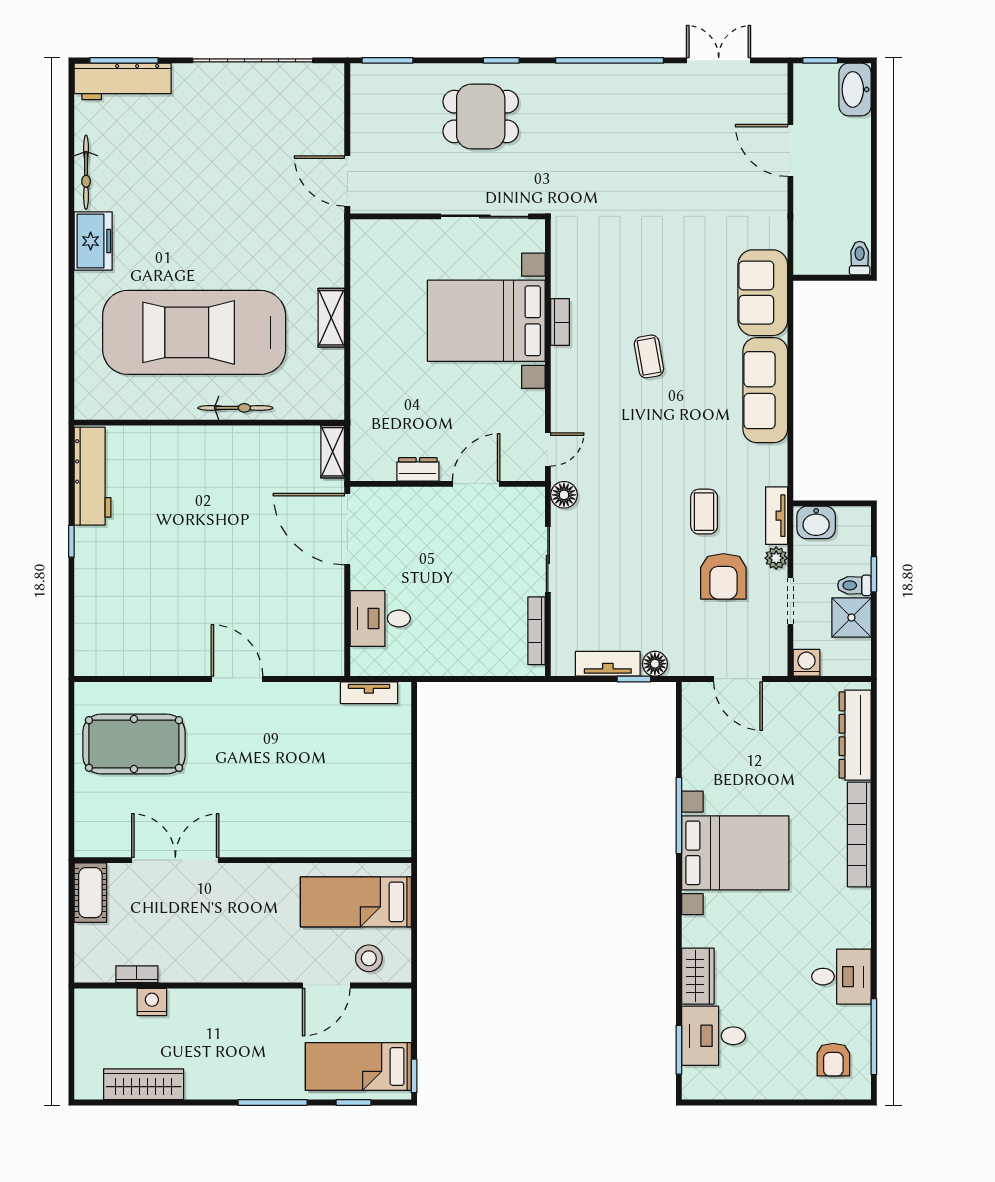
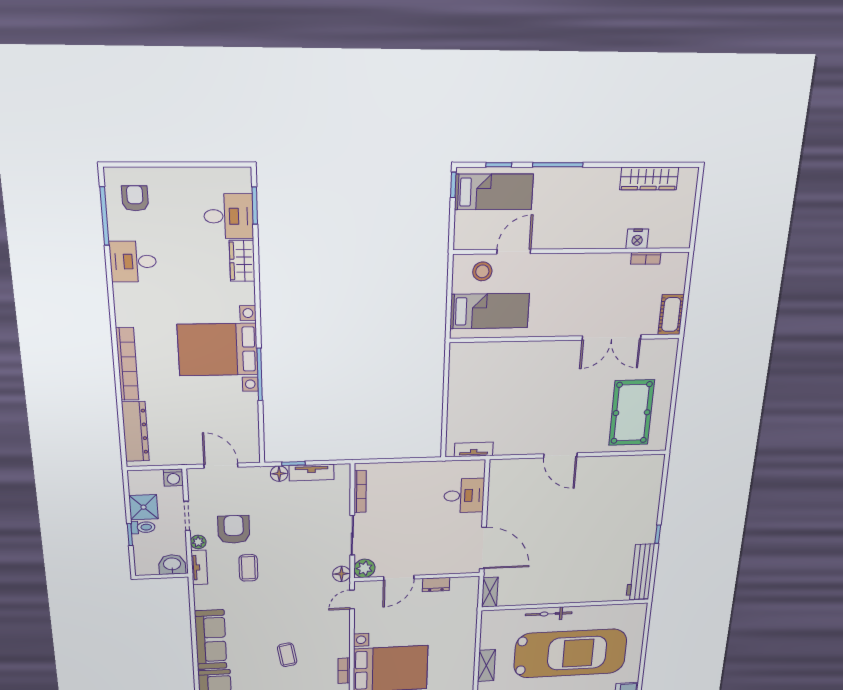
plant: (529, 503) -> (364, 568), added
pool table: (134, 744) -> (632, 413), turned 90

